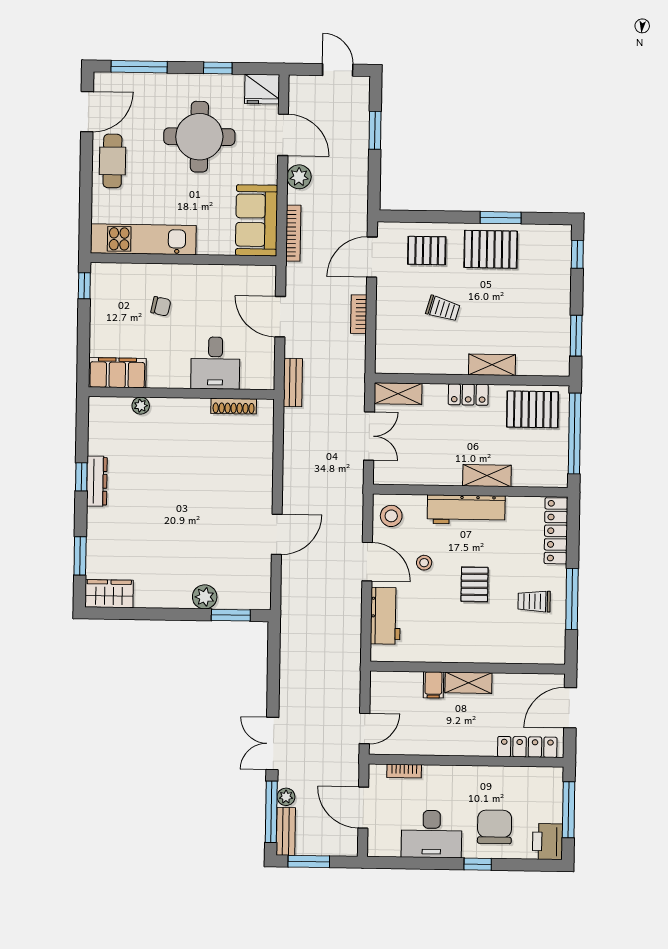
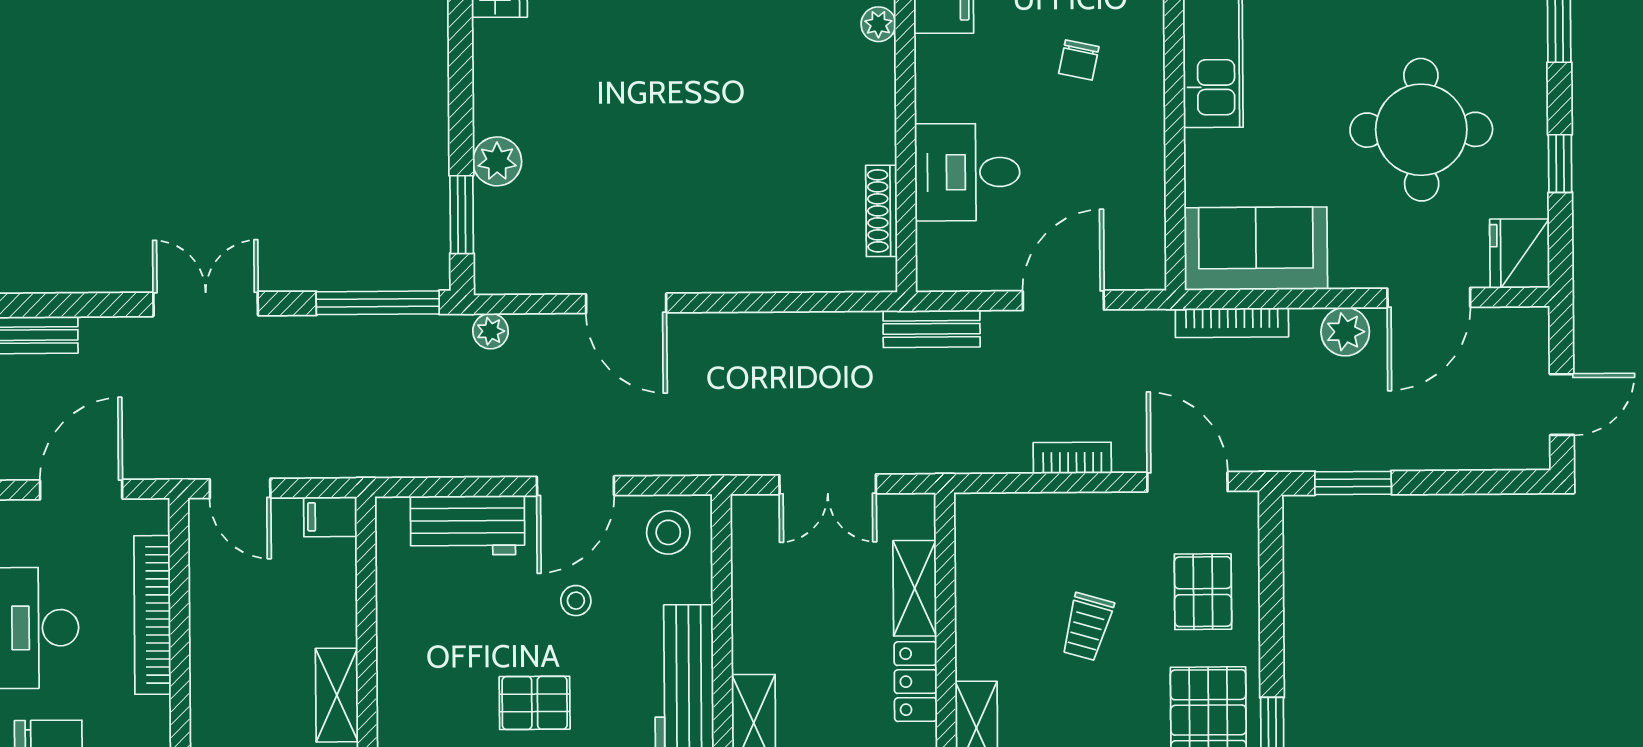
window: (375, 130) -> (1353, 483), moved
shelving: (398, 394) -> (915, 588), moved
filing cabinet: (433, 685) -> (330, 517), moved
bookcase: (404, 771) -> (152, 615), width x2.31, depth x1.31
plant: (286, 797) -> (490, 331), moved
window: (271, 812) -> (378, 303), moved

